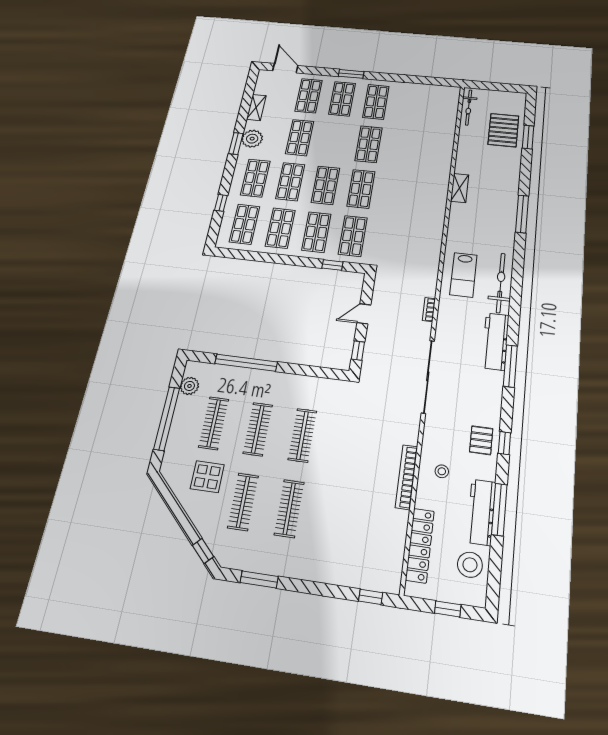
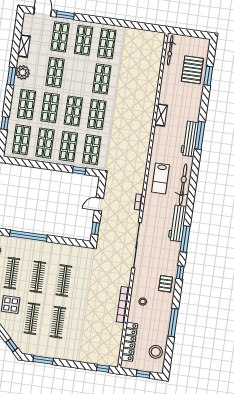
window: (351, 74) -> (65, 15), moved
window: (504, 443) -> (180, 272), moved
workbench: (481, 512) -> (190, 139), moved

